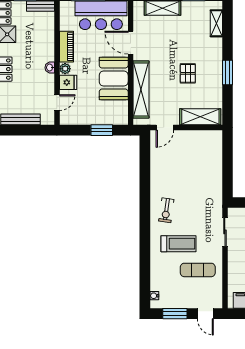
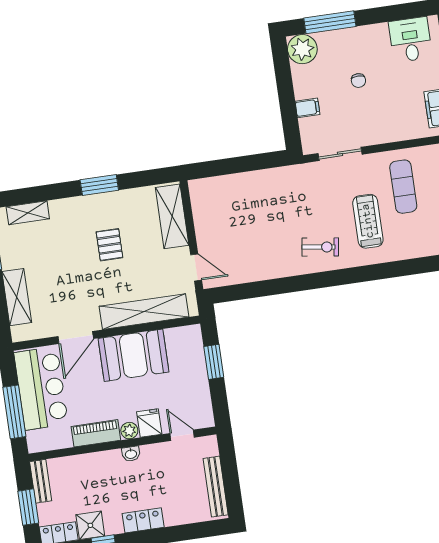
pallet: (188, 73) -> (109, 245), turned 90

